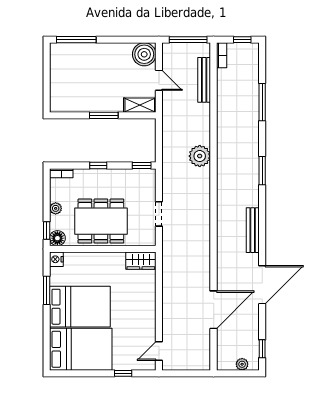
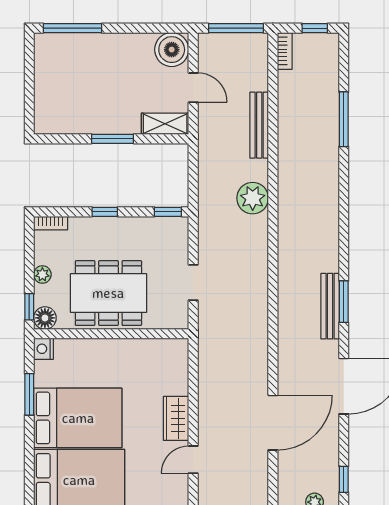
bench: (204, 80) -> (259, 125), moved
window: (262, 171) -> (344, 302), moved
wardrobe: (141, 261) -> (176, 418), moved, turned 90
door: (159, 351) -> (193, 460), moved

